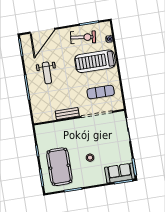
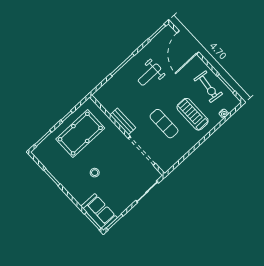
door: (42, 31) -> (188, 42), hinge flipped
treadmill: (95, 61) -> (193, 114), width x0.73, depth x0.73
exercise mat: (101, 92) -> (164, 124), moved
pool table: (59, 167) -> (80, 134), moved

